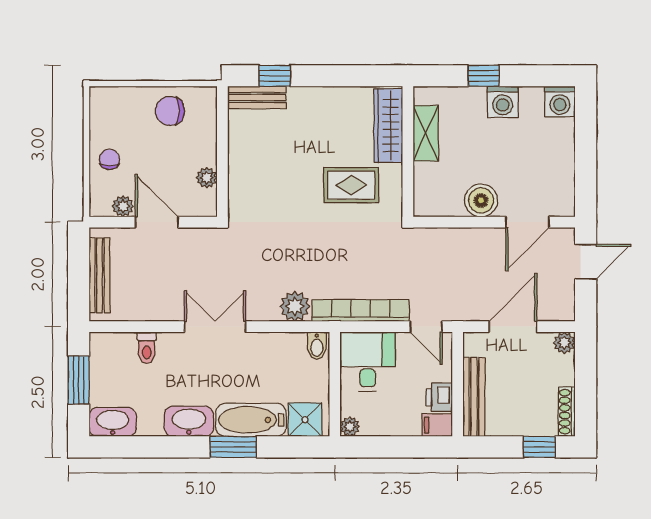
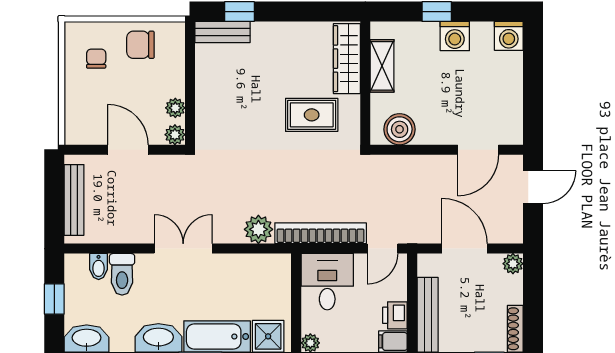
chair: (109, 159) -> (96, 59), moved
boiler: (481, 200) -> (400, 129), moved
plant: (123, 206) -> (175, 135), moved
door: (426, 327) -> (382, 249), hinge flipped
door: (513, 327) -> (465, 249), hinge flipped
bidet: (317, 346) -> (99, 267), moved
toilet: (147, 348) -> (122, 274), width x1.37, depth x1.39
window: (79, 380) -> (54, 299), width x0.67

